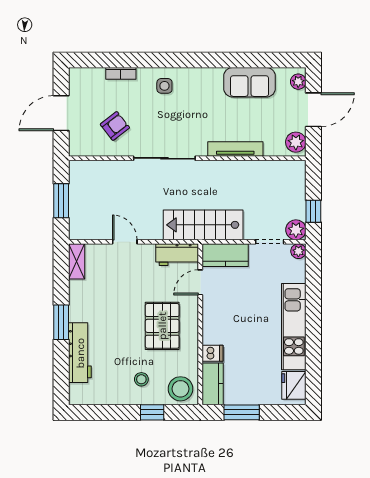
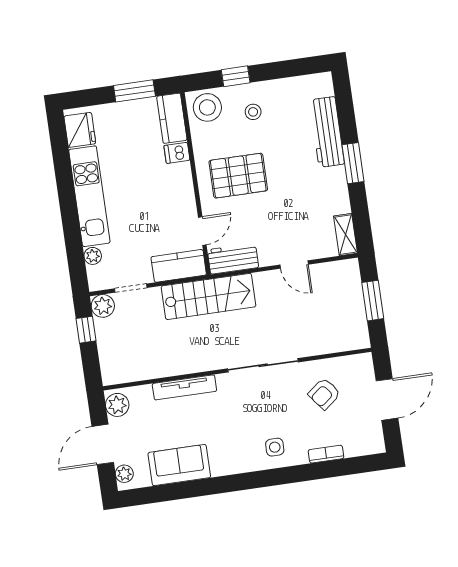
plant: (298, 251) -> (93, 256), moved
pallet: (162, 326) -> (238, 176), turned 90

